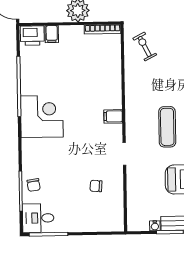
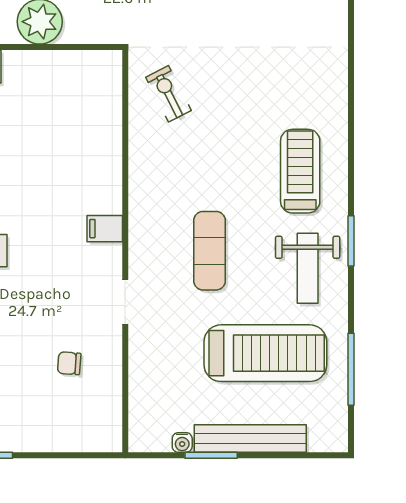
bookcase: (103, 29) -> (87, 59), removed

